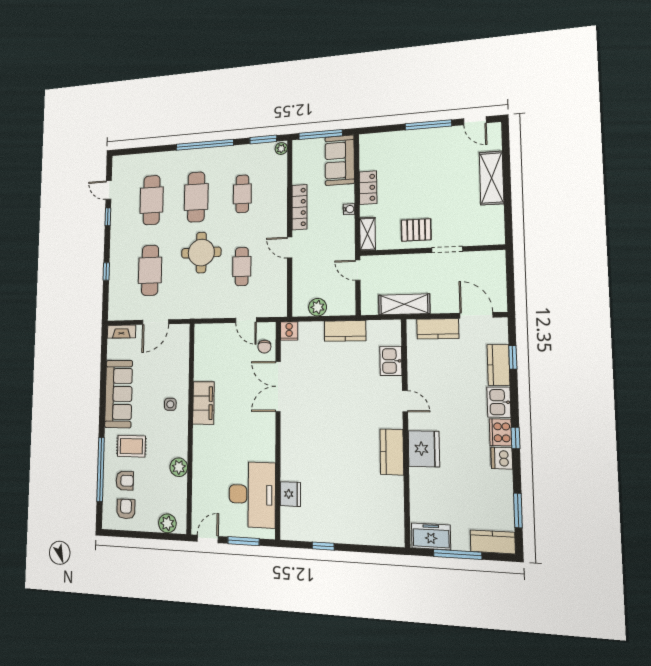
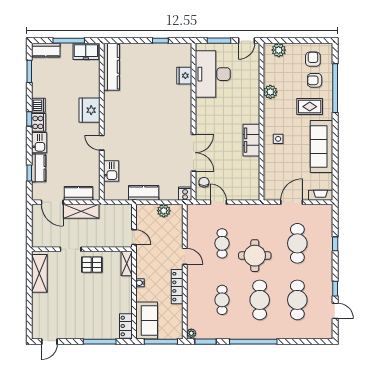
door: (475, 121) -> (49, 342), swing flipped
window: (428, 125) -> (100, 342), moved
shelving: (492, 178) -> (39, 273), moved
locker: (368, 188) -> (126, 326), moved
shelving: (404, 304) -> (81, 211), moved
kitchen counter: (392, 452) -> (111, 67), moved, width x1.50
armchair: (126, 509) -> (313, 59), turned 180

